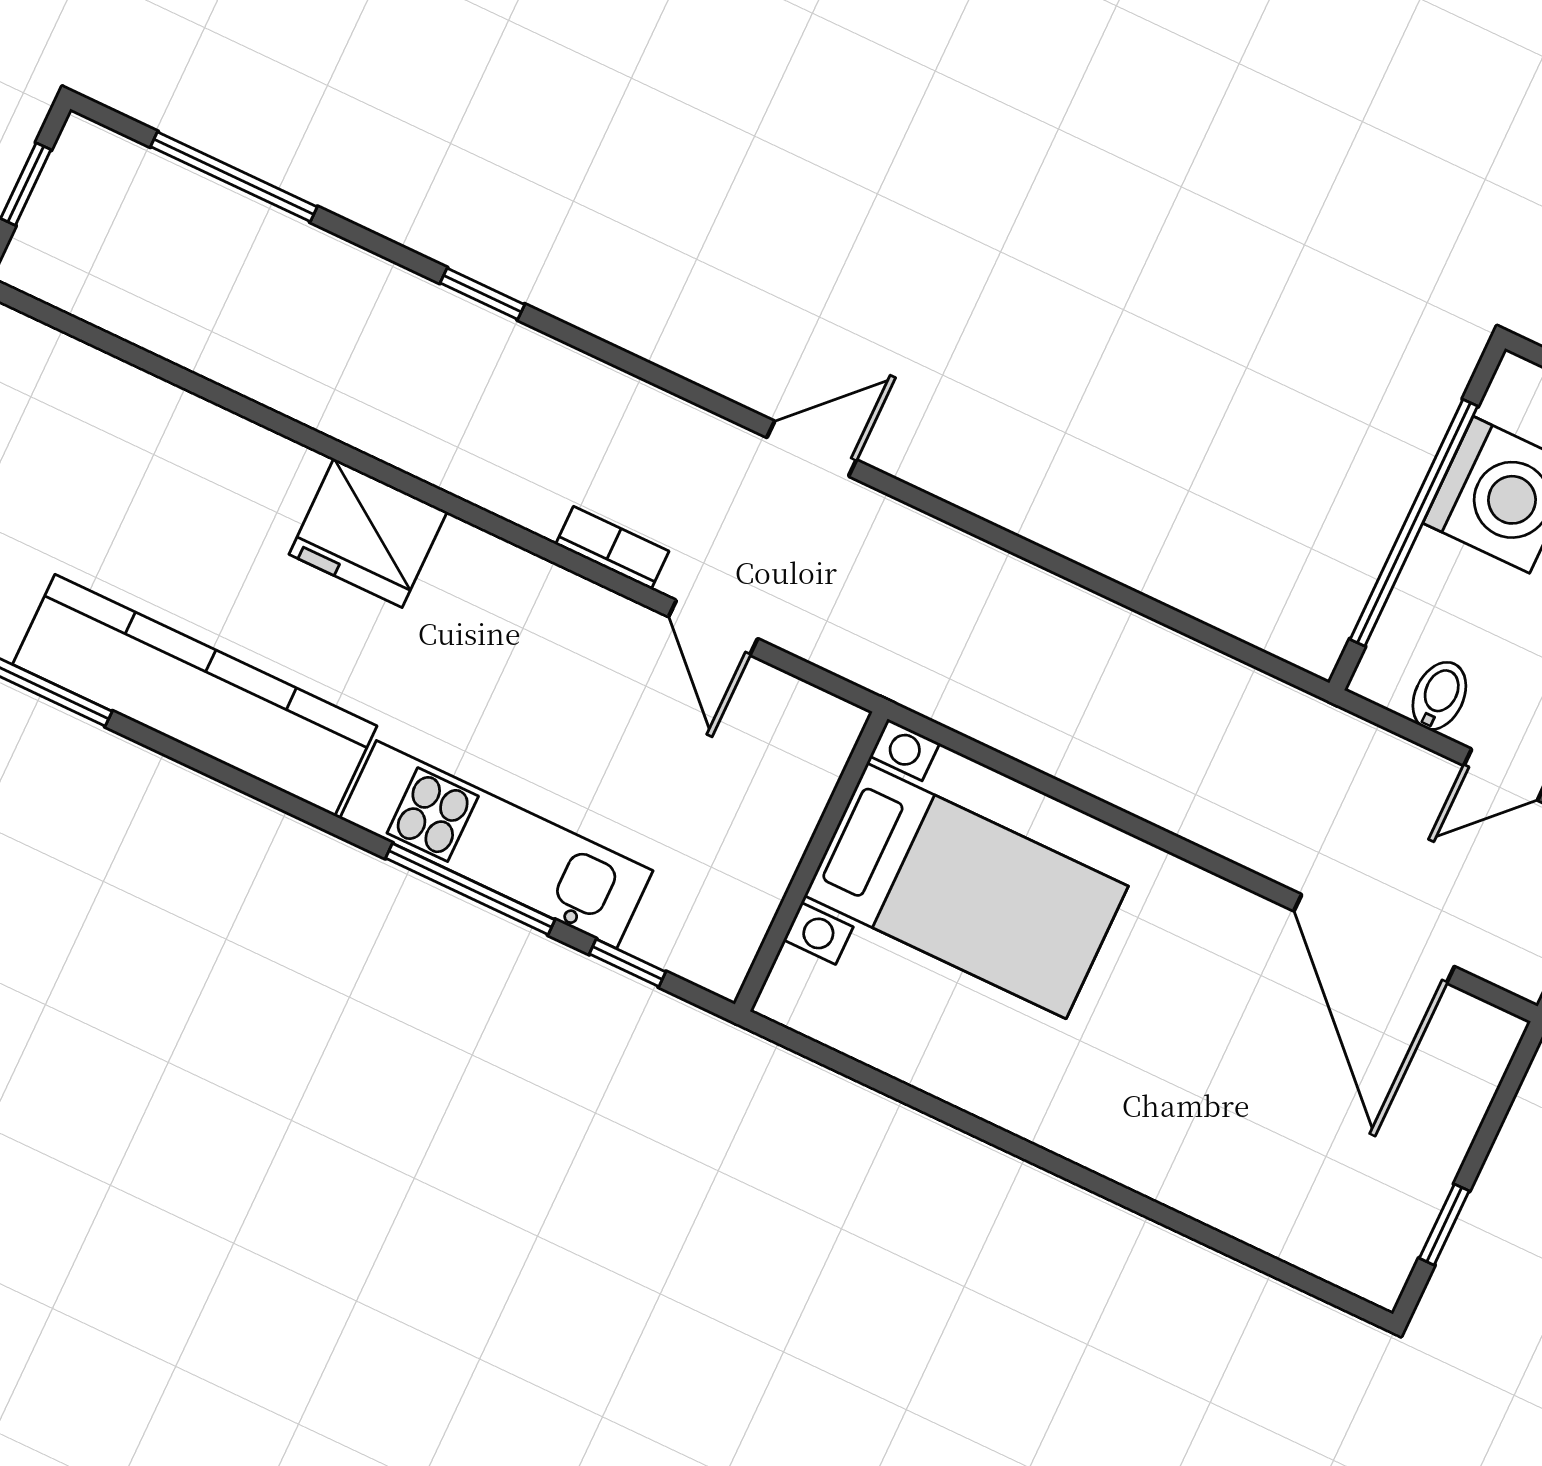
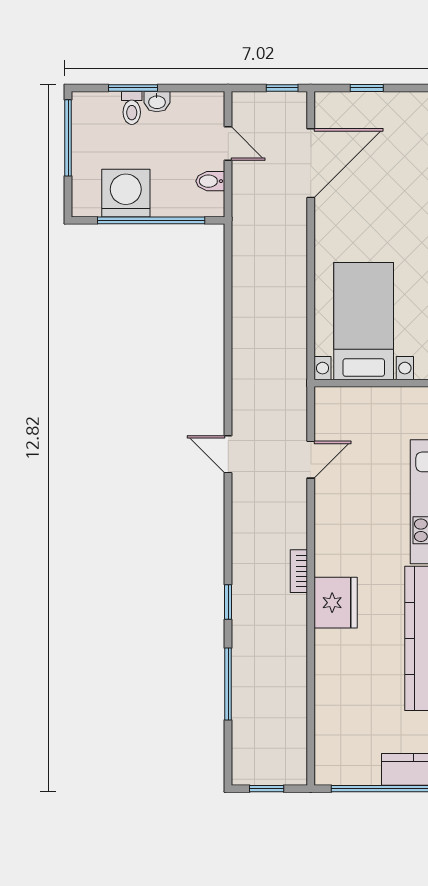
window: (234, 177) -> (228, 684), moved
bookcase: (612, 548) -> (299, 571), moved
window: (1444, 1225) -> (367, 88), moved

